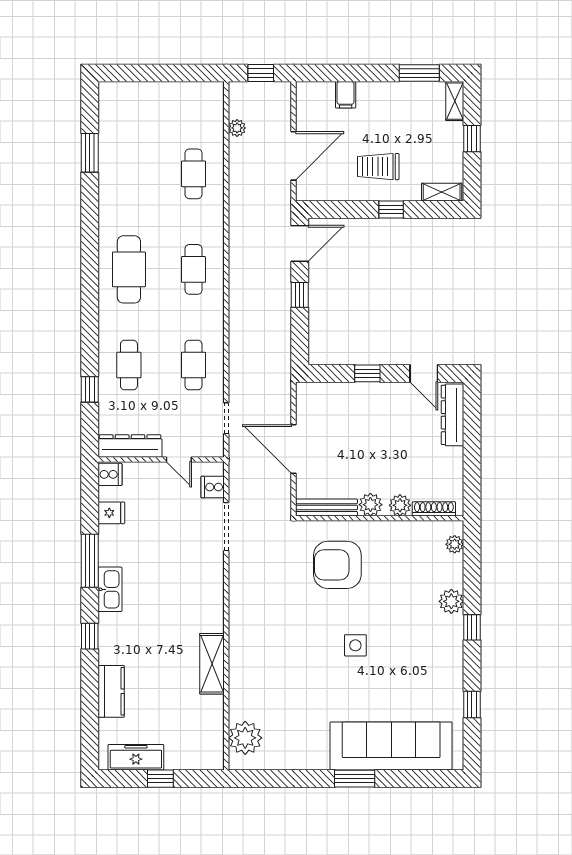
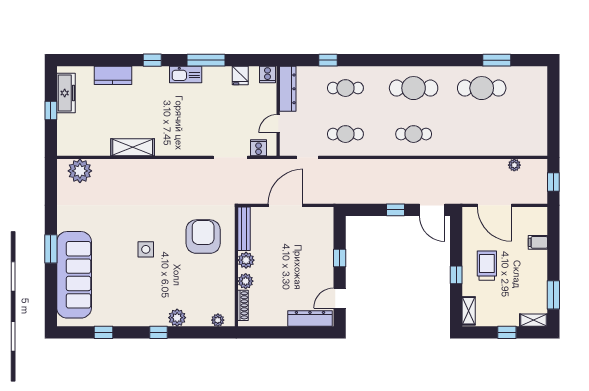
cafe table: (193, 174) -> (482, 88), moved, width x1.37, depth x1.35

